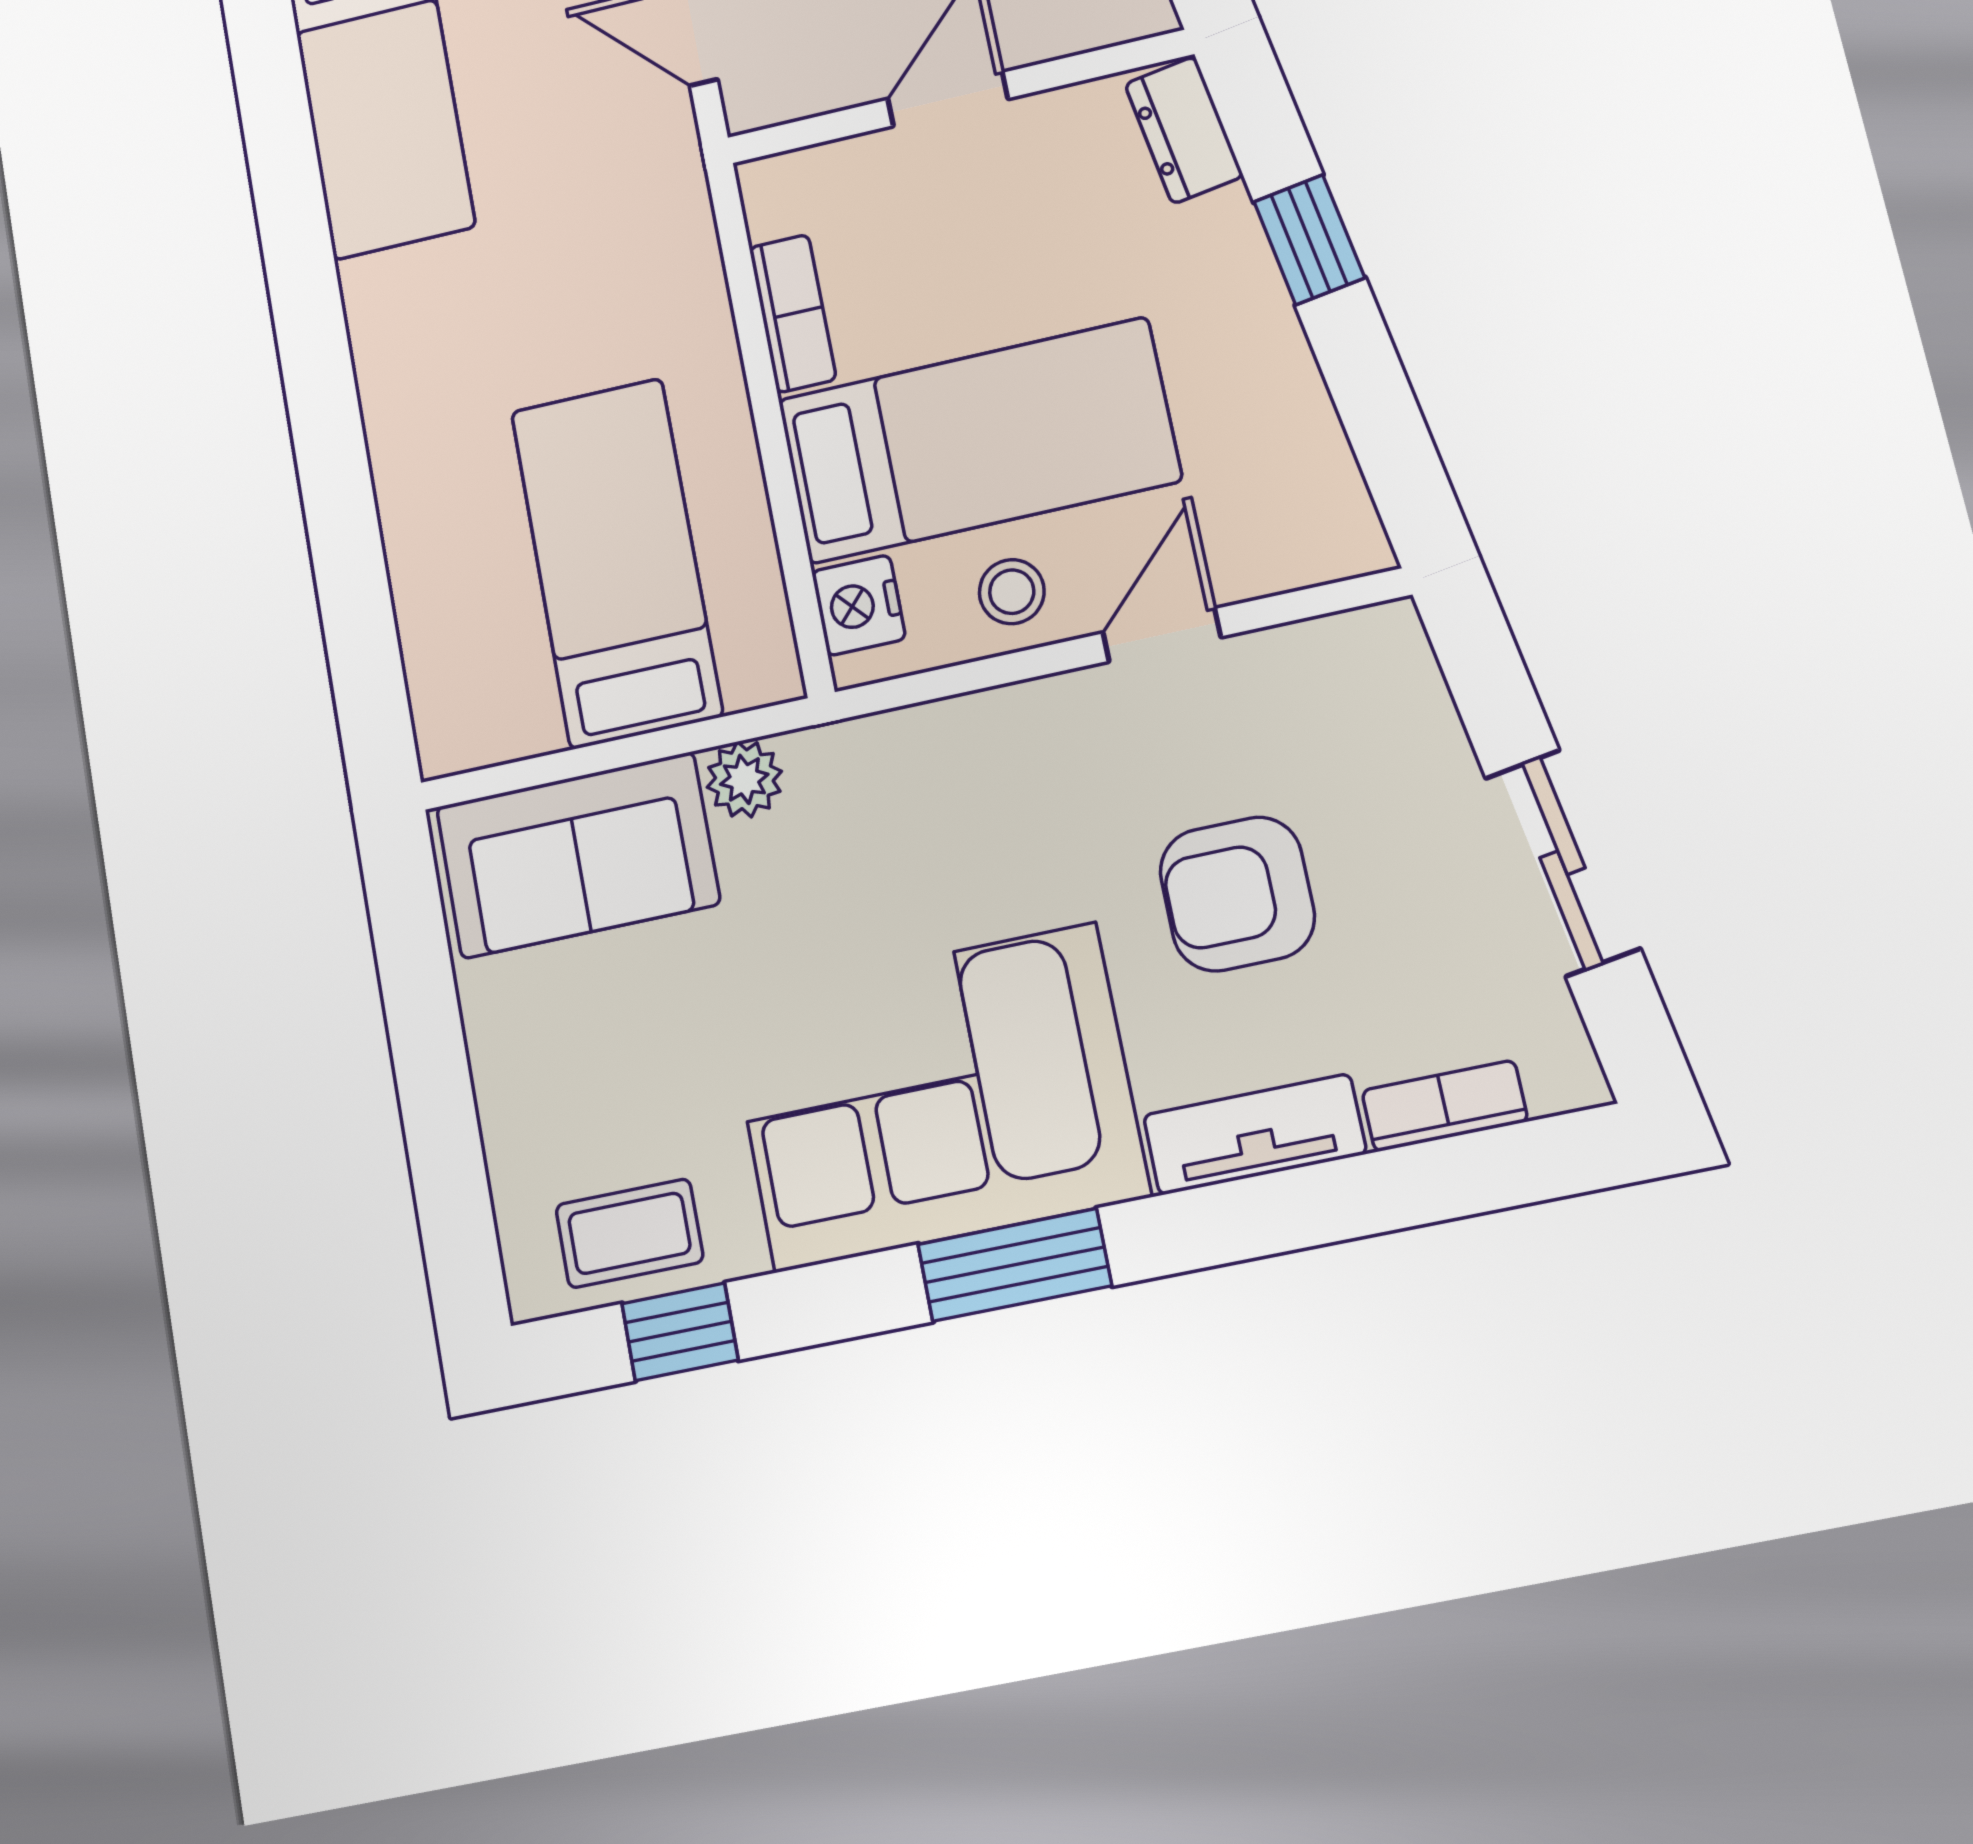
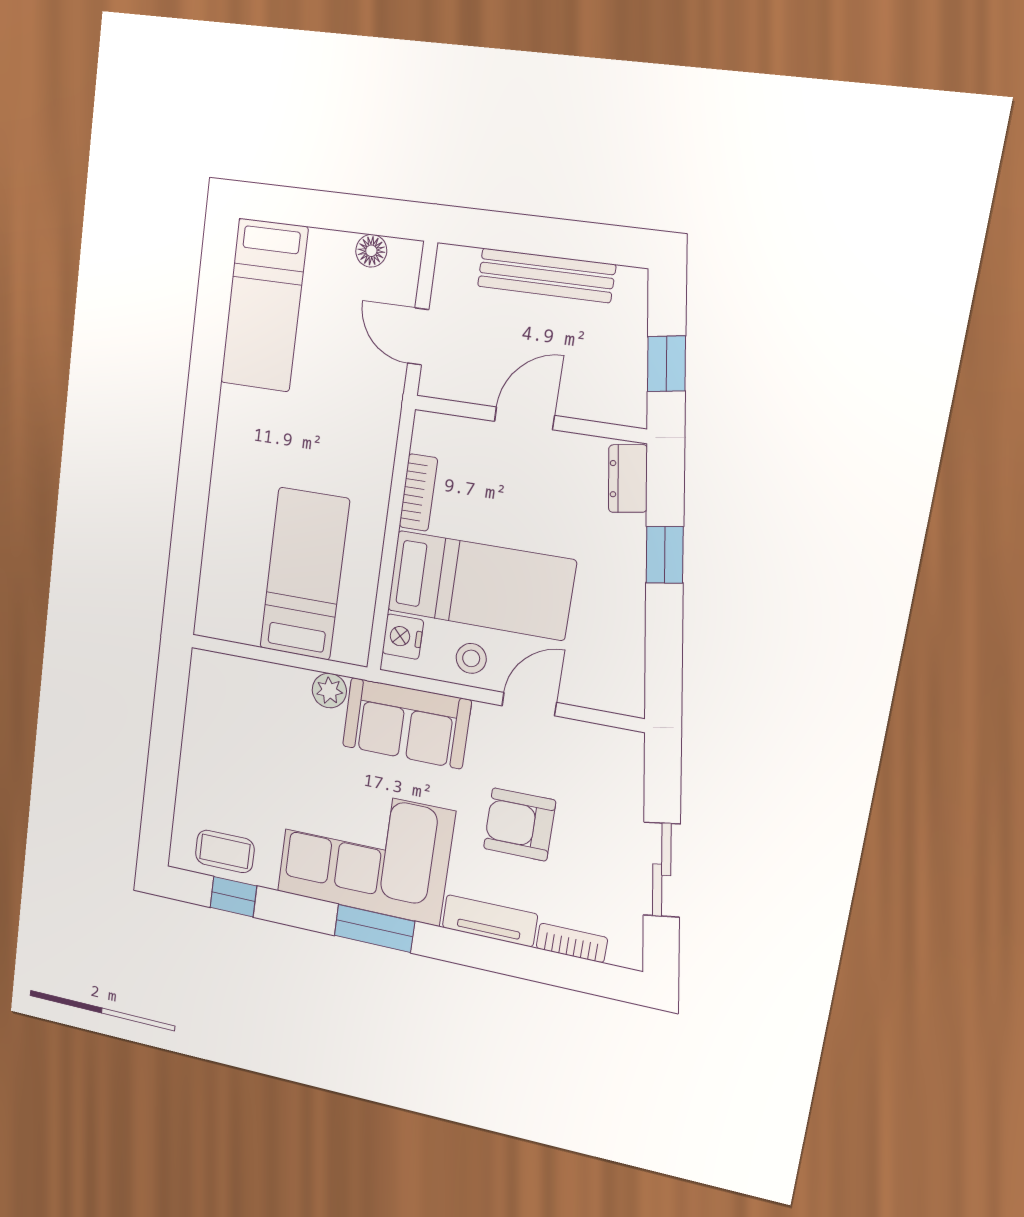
sofa: (578, 855) -> (406, 723), moved

